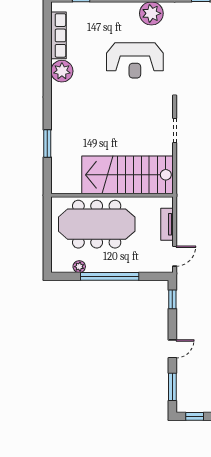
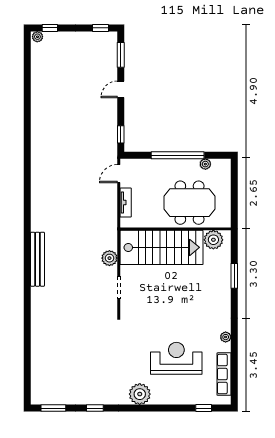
reception desk: (135, 60) -> (176, 358), moved
plant: (62, 71) -> (226, 337), width x0.53, depth x0.53
plant: (185, 163) -> (109, 258), added
plant: (70, 183) -> (213, 240), added
meeting table: (97, 224) -> (189, 203), width x0.73

